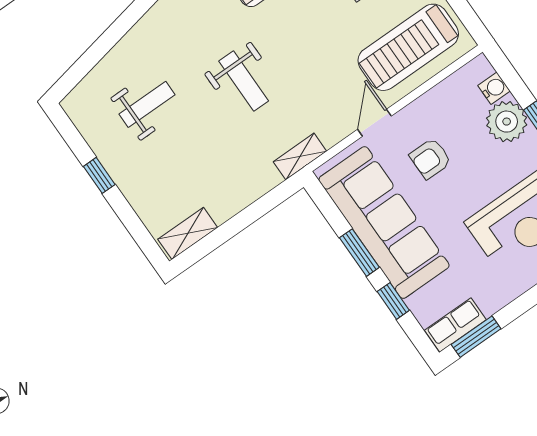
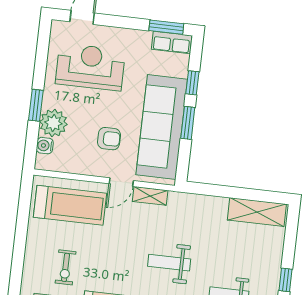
weight bench: (244, 81) -> (169, 263), turned -90
shelving: (300, 156) -> (150, 196), moved
shelving: (188, 233) -> (257, 212), width x1.50, depth x1.33

